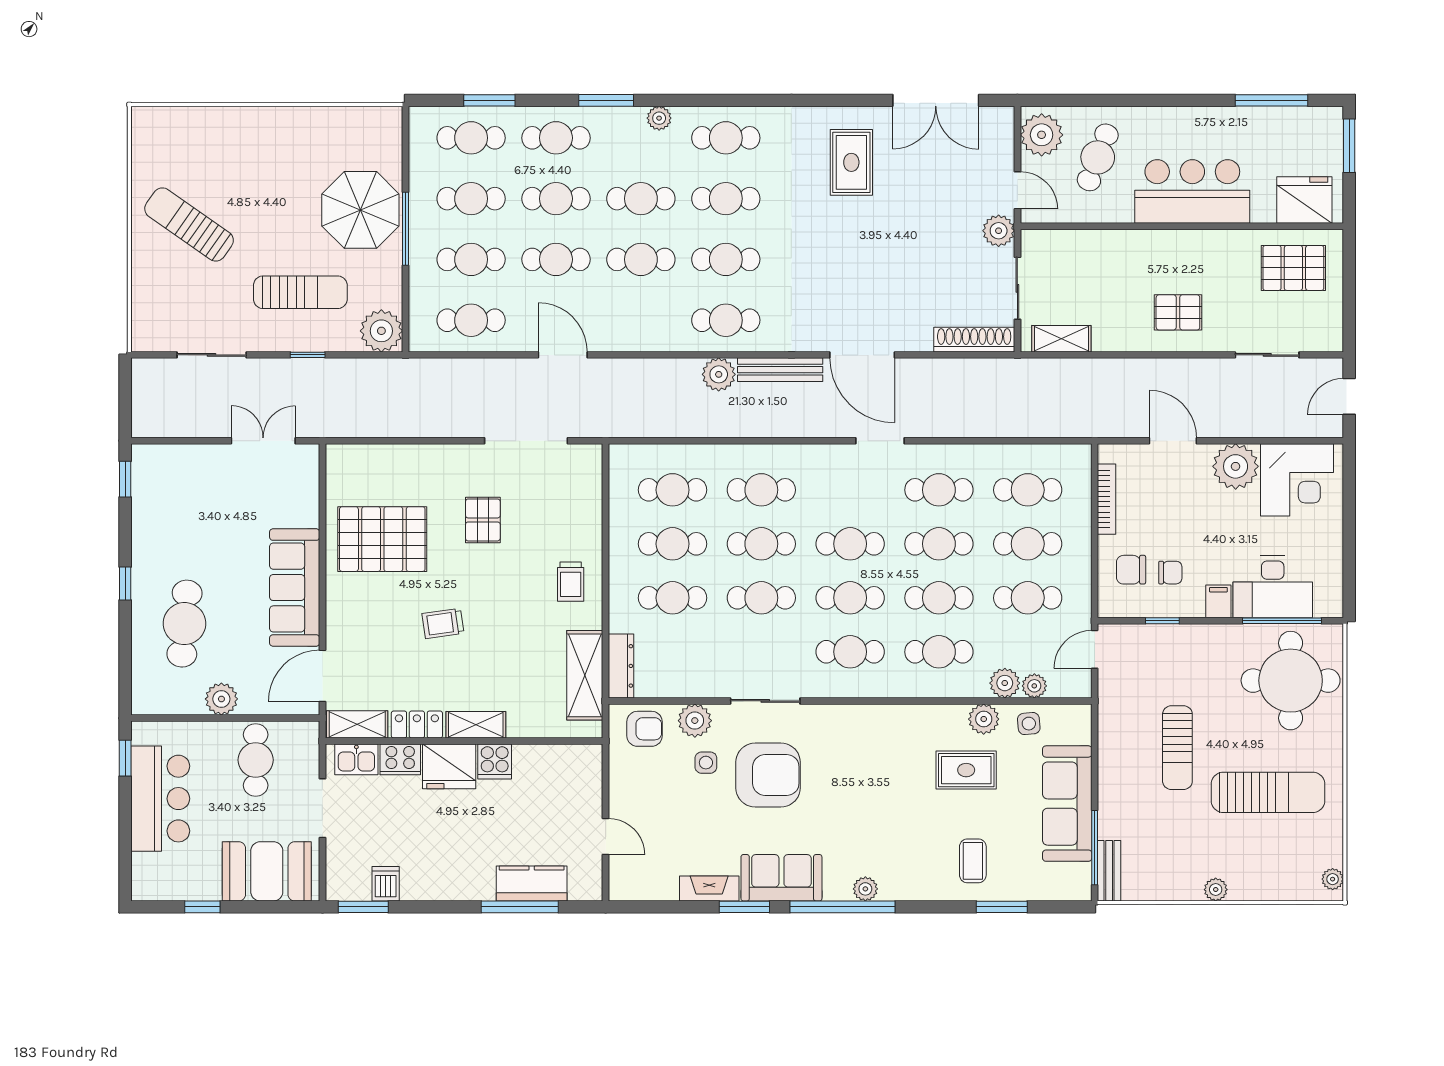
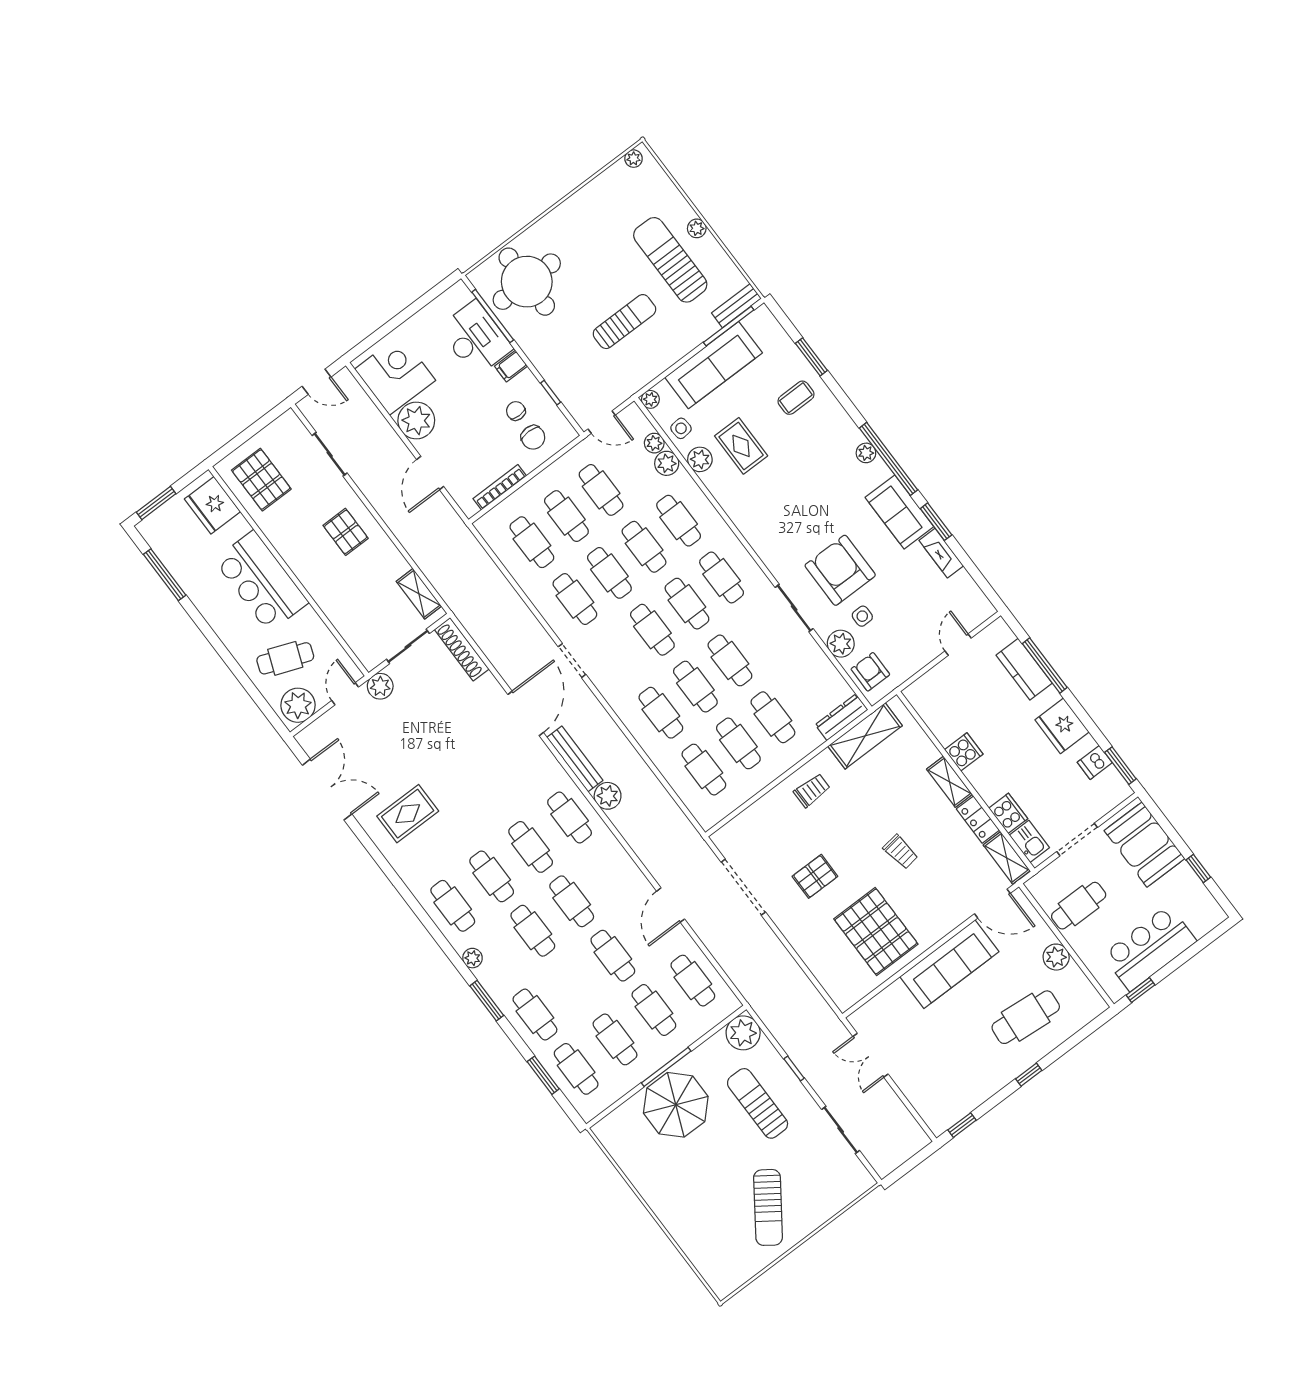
cafe table: (556, 199) -> (574, 985), removed
plant: (1081, 715) -> (650, 399), added
fridge: (449, 766) -> (1062, 726), moved, turned 180
sun lounger: (1268, 792) -> (670, 260), moved

